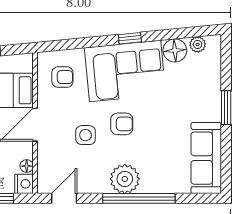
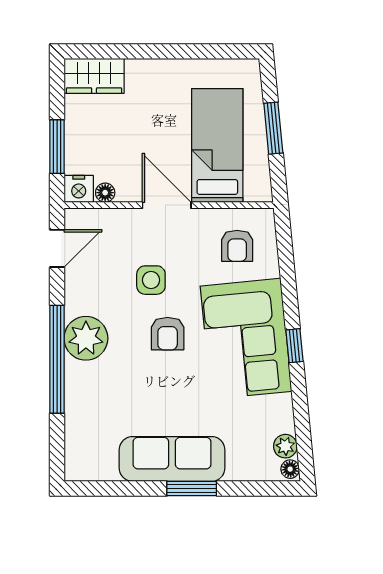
floor lamp: (175, 50) -> (290, 469), moved, width x0.53, depth x0.53
sofa: (206, 158) -> (172, 459), moved
door: (64, 198) -> (57, 248), hinge flipped

